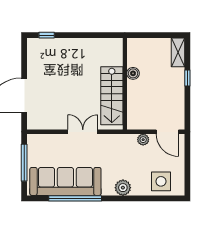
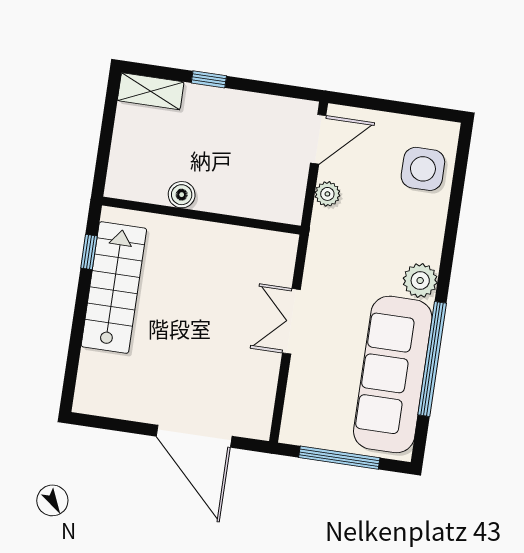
window: (47, 35) -> (89, 252), moved
stairs: (112, 96) -> (114, 288), moved, turned -90
plant: (123, 188) -> (420, 280), moved

